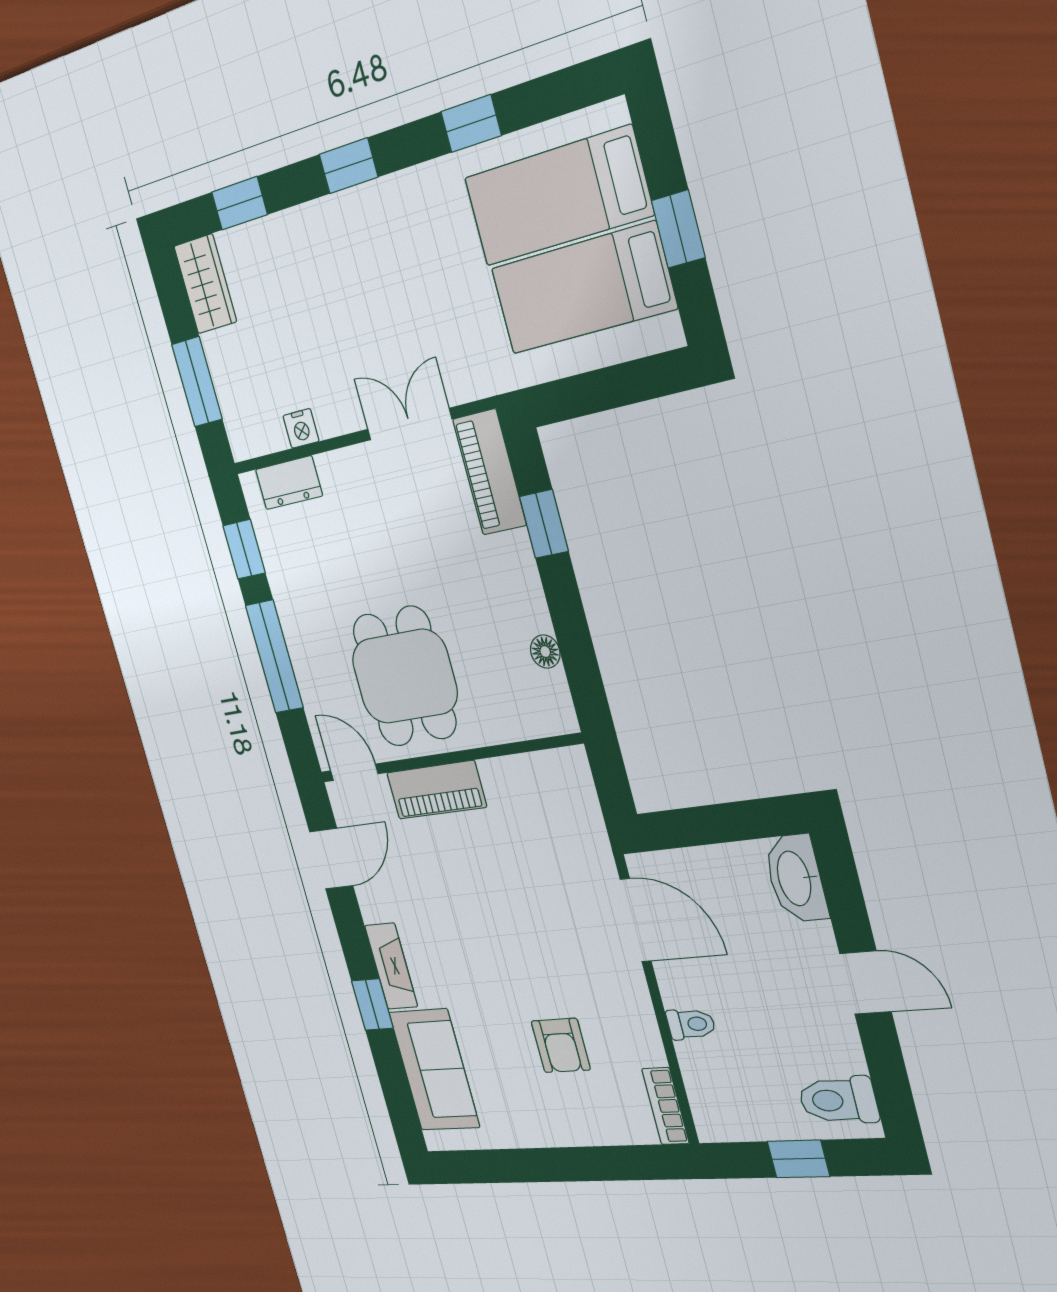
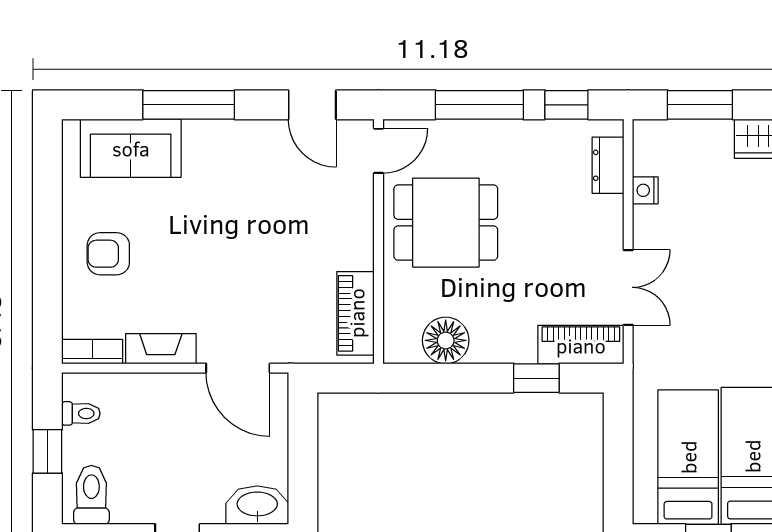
floor lamp: (545, 652) -> (446, 340), width x1.89, depth x1.89
piano: (436, 790) -> (356, 313), moved
door: (636, 920) -> (238, 368), hinge flipped
fireplace: (391, 966) -> (161, 349), moved, turned 180
window: (372, 1005) -> (189, 105), width x2.17
toilet: (691, 1024) -> (81, 413), moved, turned -90
armchair: (561, 1045) -> (108, 254), moved

